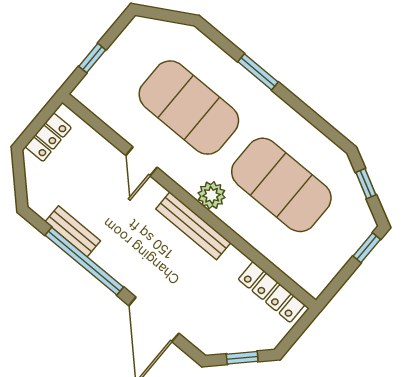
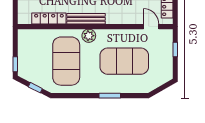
door: (141, 161) -> (151, 27), moved
exercise mat: (281, 185) -> (66, 61), turned 90
locker: (272, 292) -> (49, 19), moved

